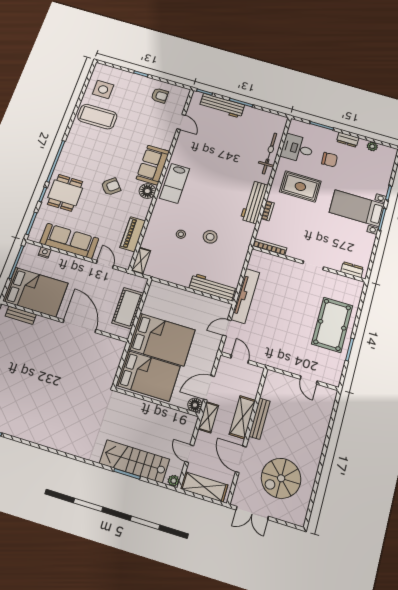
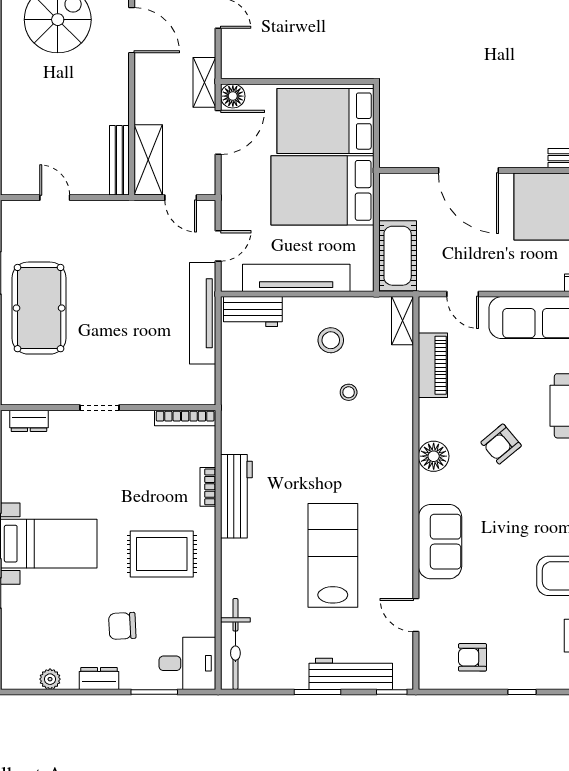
desk: (297, 148) -> (187, 663), moved
bicycle: (270, 153) -> (235, 644), moved
sofa: (153, 165) -> (440, 542), moved
lab bench: (175, 183) -> (333, 555), moved, width x1.36, depth x1.39
stool: (210, 237) -> (331, 340), moved
workbench: (213, 287) -> (253, 312), width x0.73
tv unit: (190, 299) -> (296, 278), added
cot: (128, 308) -> (398, 256), moved
shelving: (242, 417) -> (148, 160), moved
bench: (260, 419) -> (119, 160), moved

